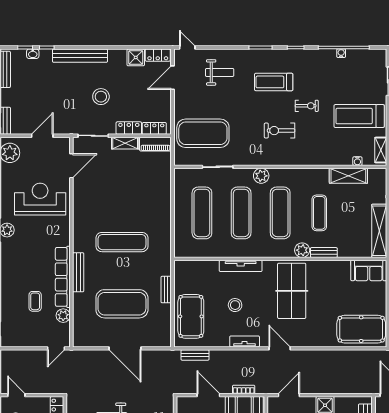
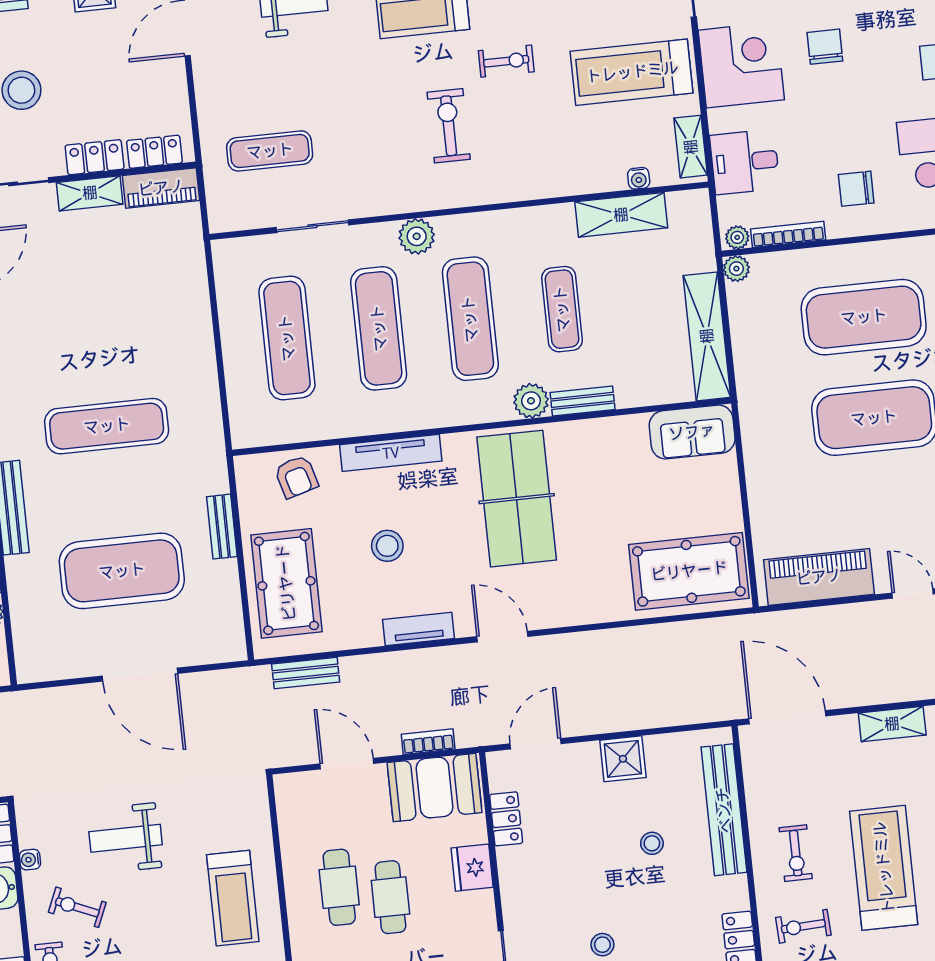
exercise bike: (280, 131) -> (449, 126), turned 90
exercise mat: (203, 133) -> (270, 151), width x0.50, depth x0.69
armchair: (200, 272) -> (296, 477), added

